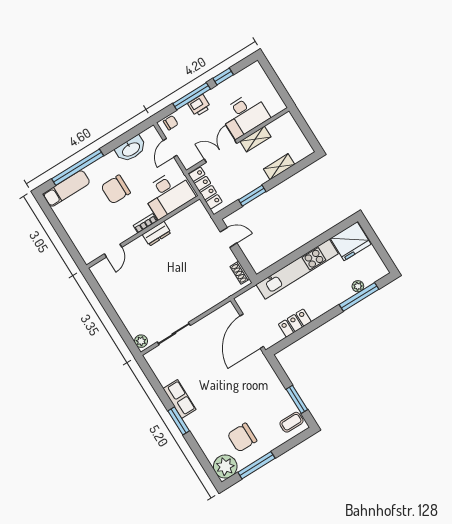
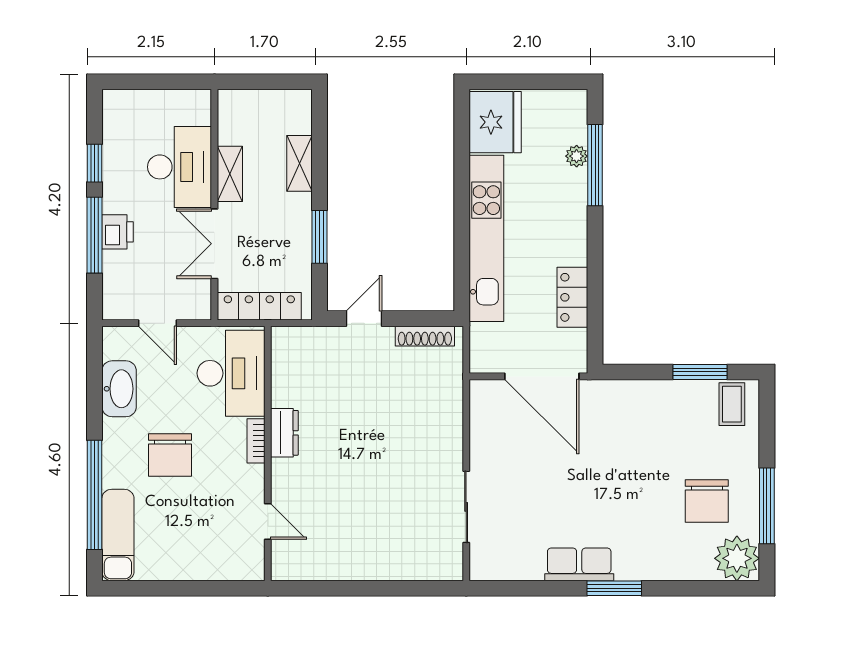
chair: (171, 123) -> (117, 296), removed
shoe rack: (240, 273) -> (425, 336), width x1.43
plant: (141, 341) -> (445, 568), removed

